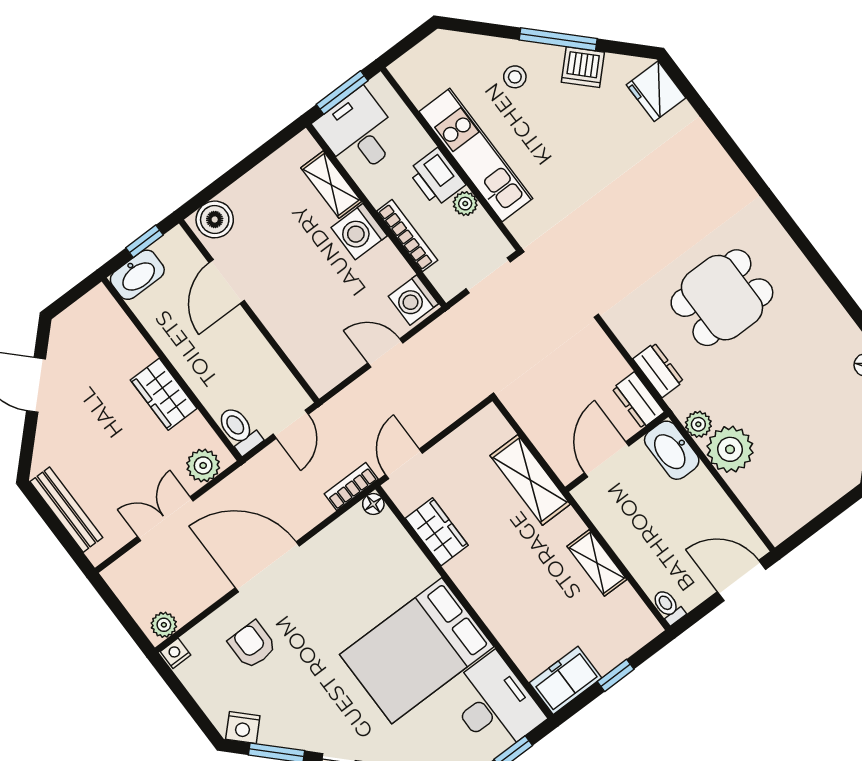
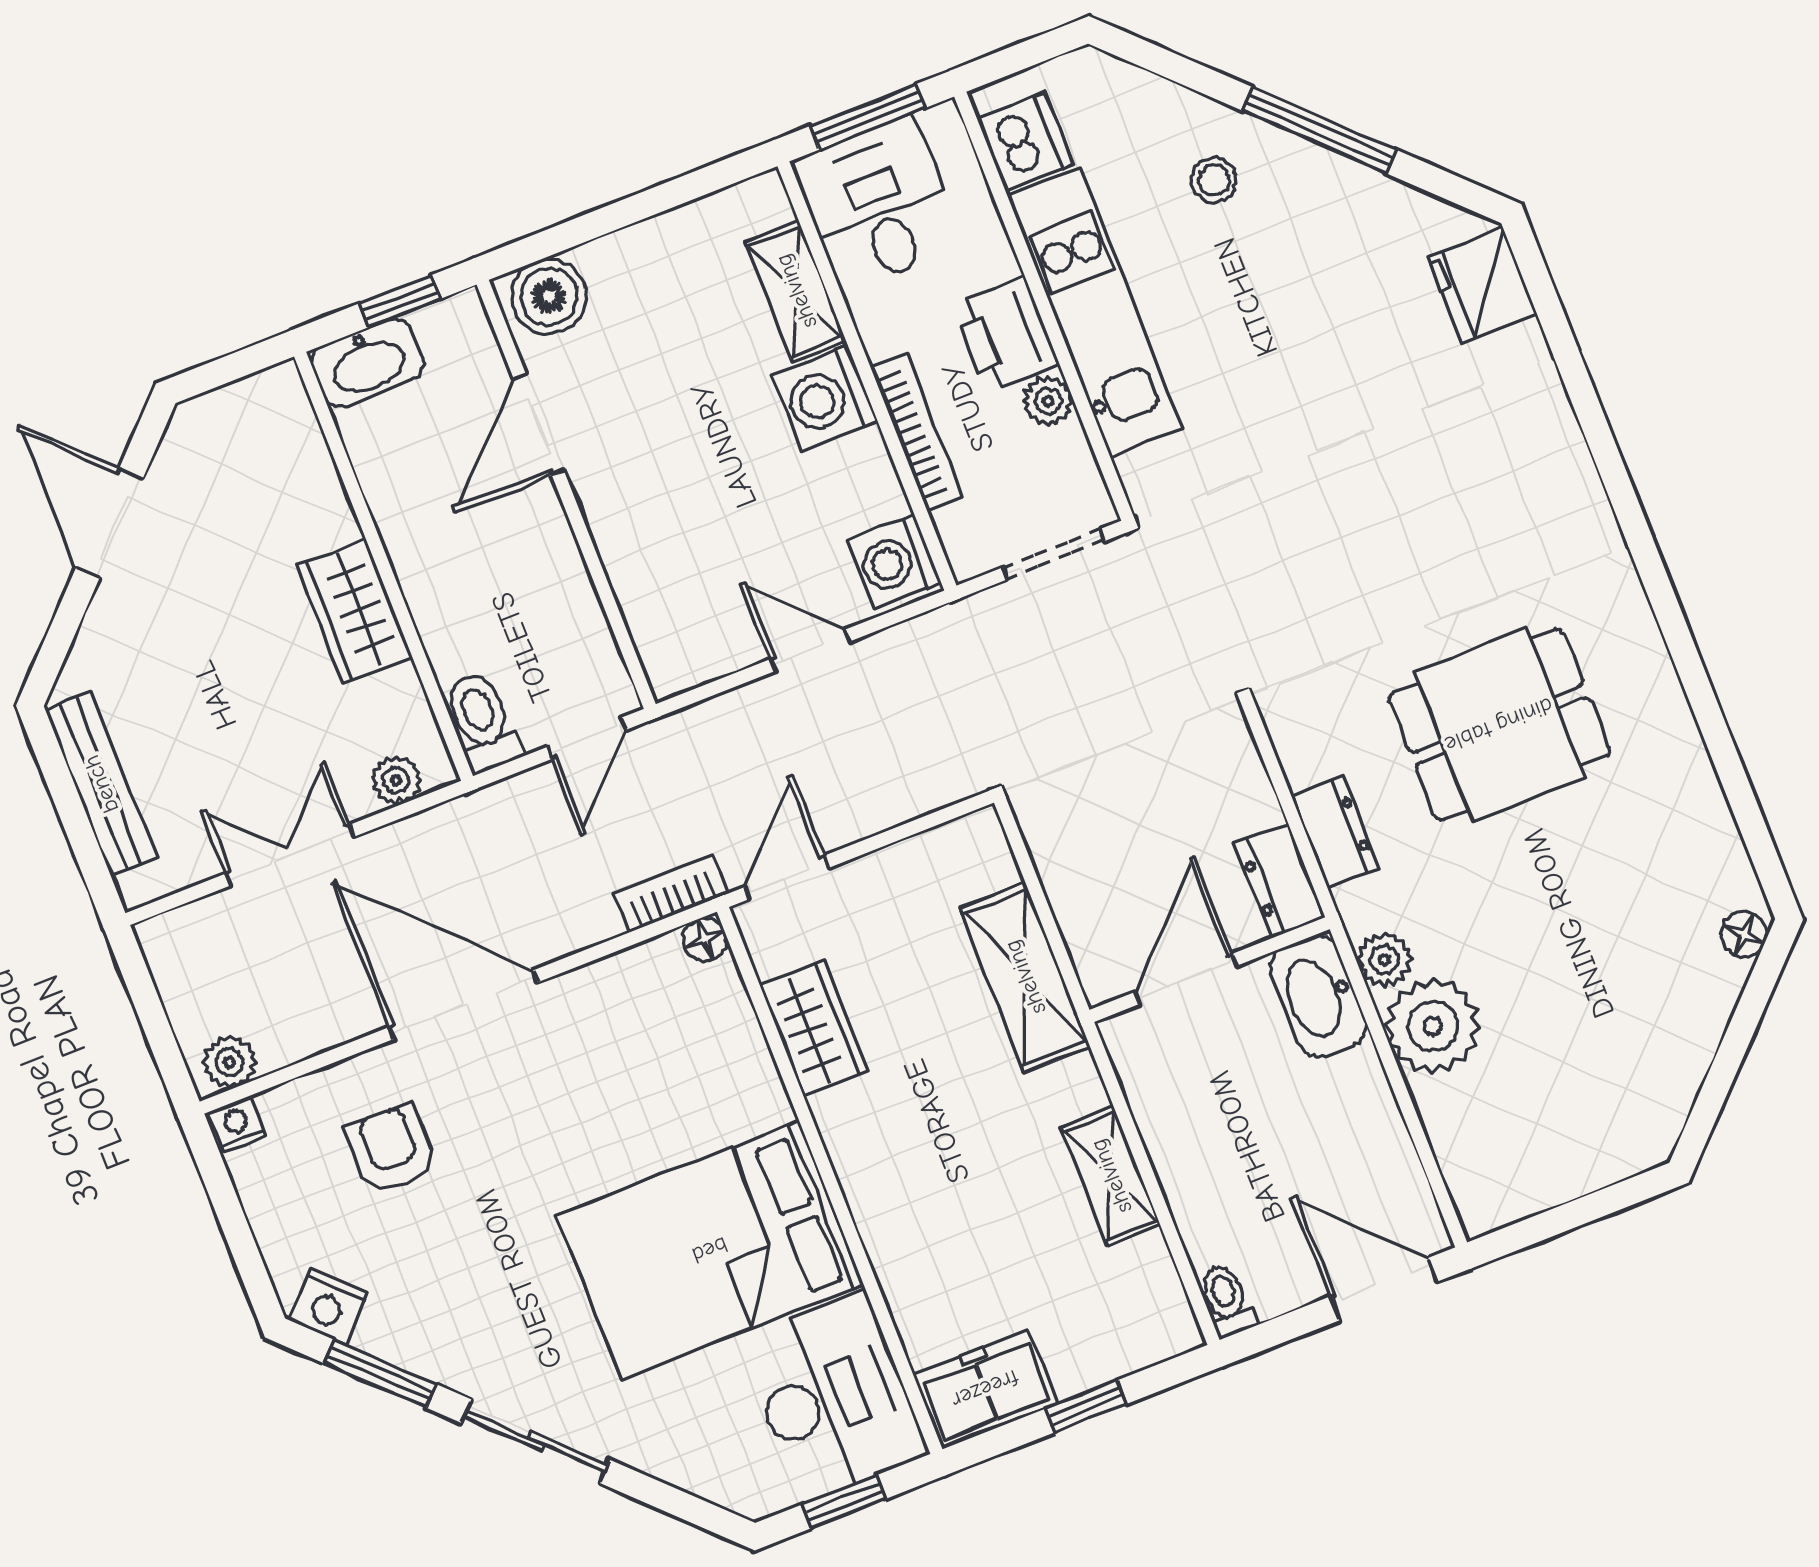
dishwasher: (583, 67) -> (1025, 142), moved, turned -135
plant: (203, 465) -> (396, 780), width x0.73, depth x0.73

